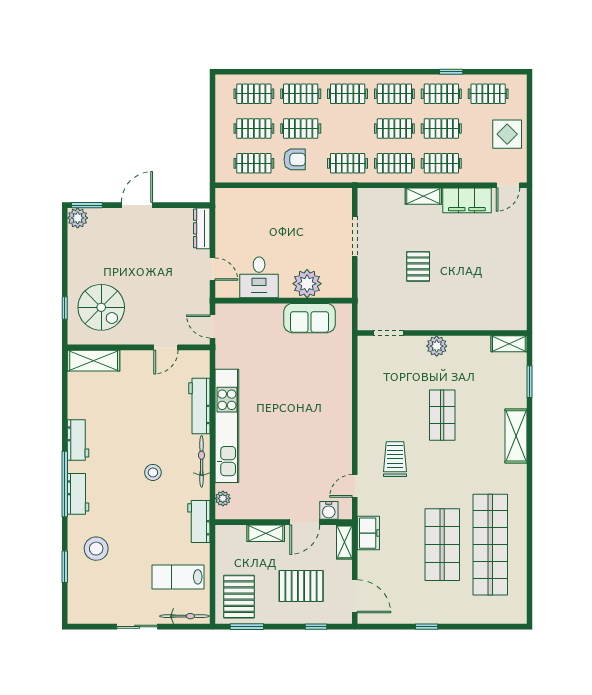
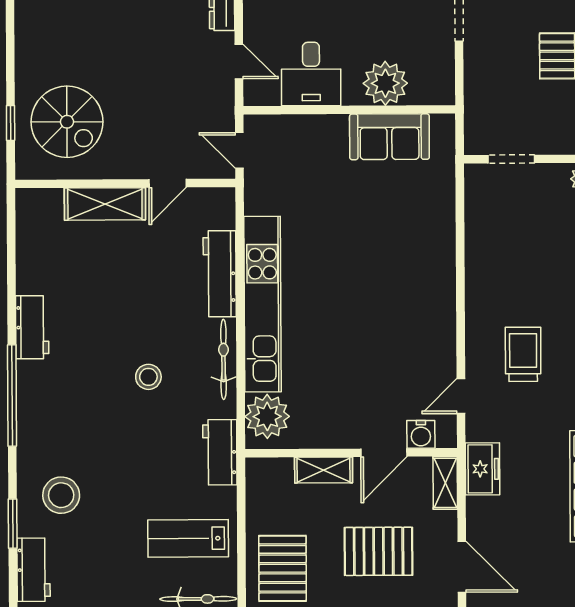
shelving: (94, 361) -> (105, 204), moved
workbench: (78, 494) -> (34, 570), moved
plant: (223, 498) -> (267, 416), width x1.87, depth x1.87

